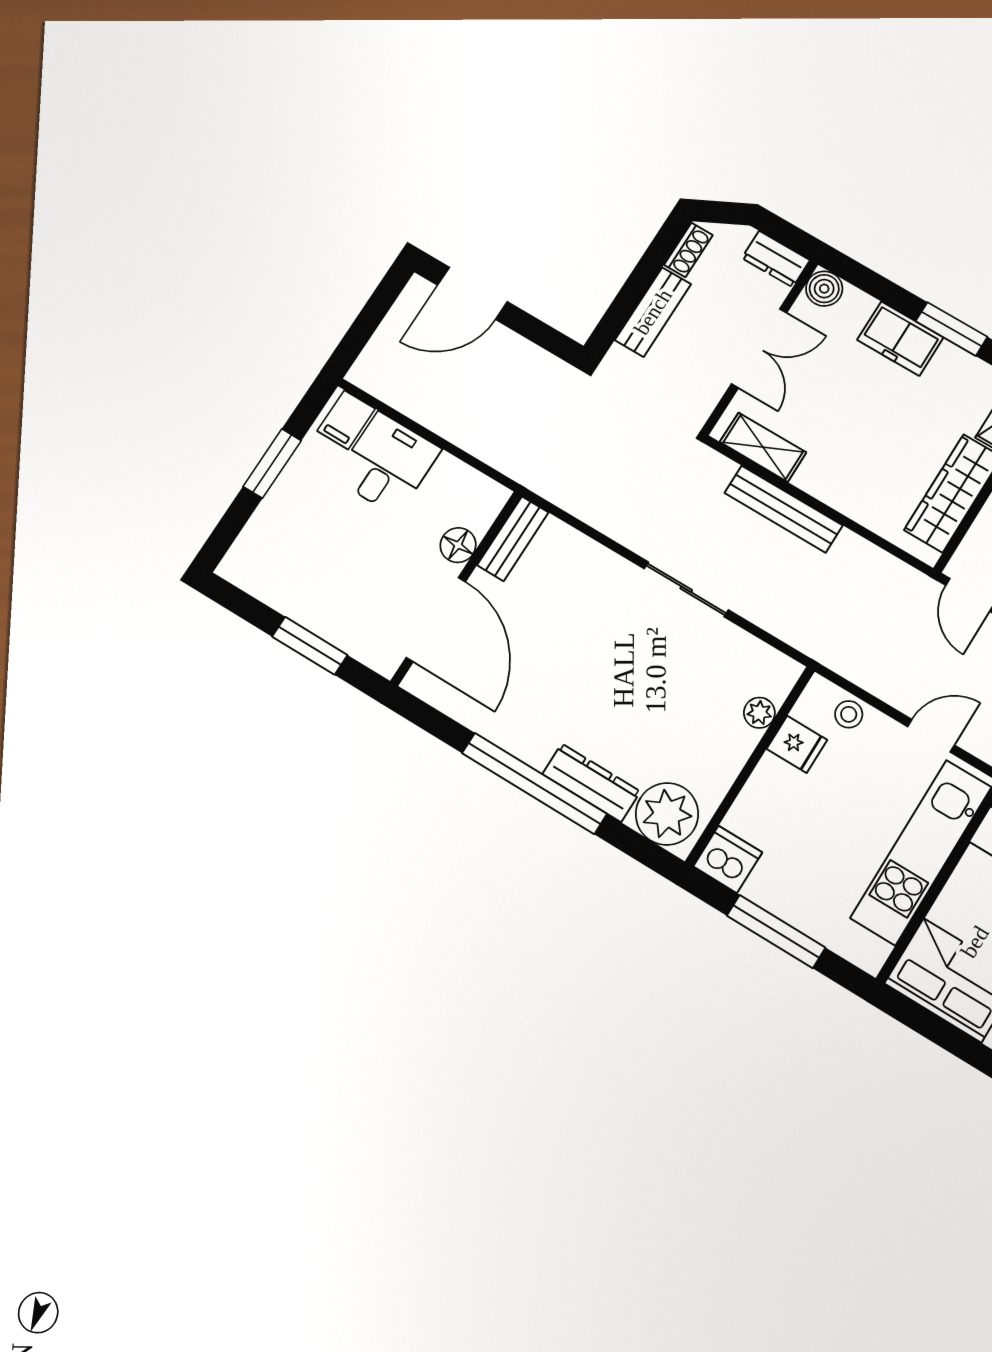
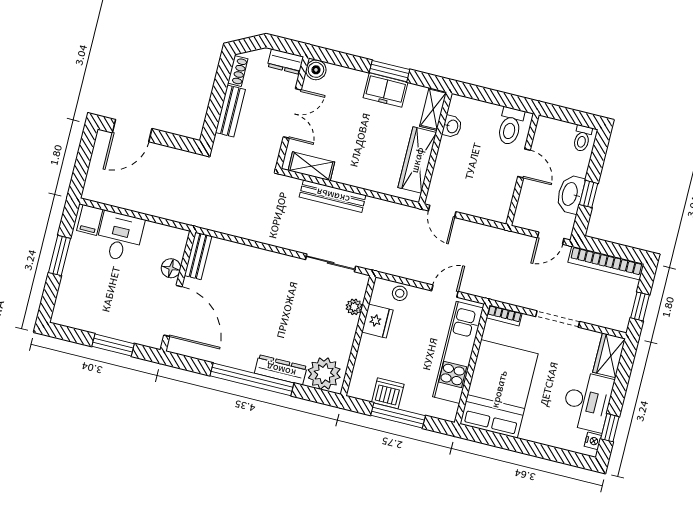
freezer: (900, 339) -> (385, 90), moved
sliding door: (686, 589) -> (331, 263), moved
fridge: (797, 744) -> (377, 321), width x1.38
dishwasher: (728, 859) -> (388, 393), moved

